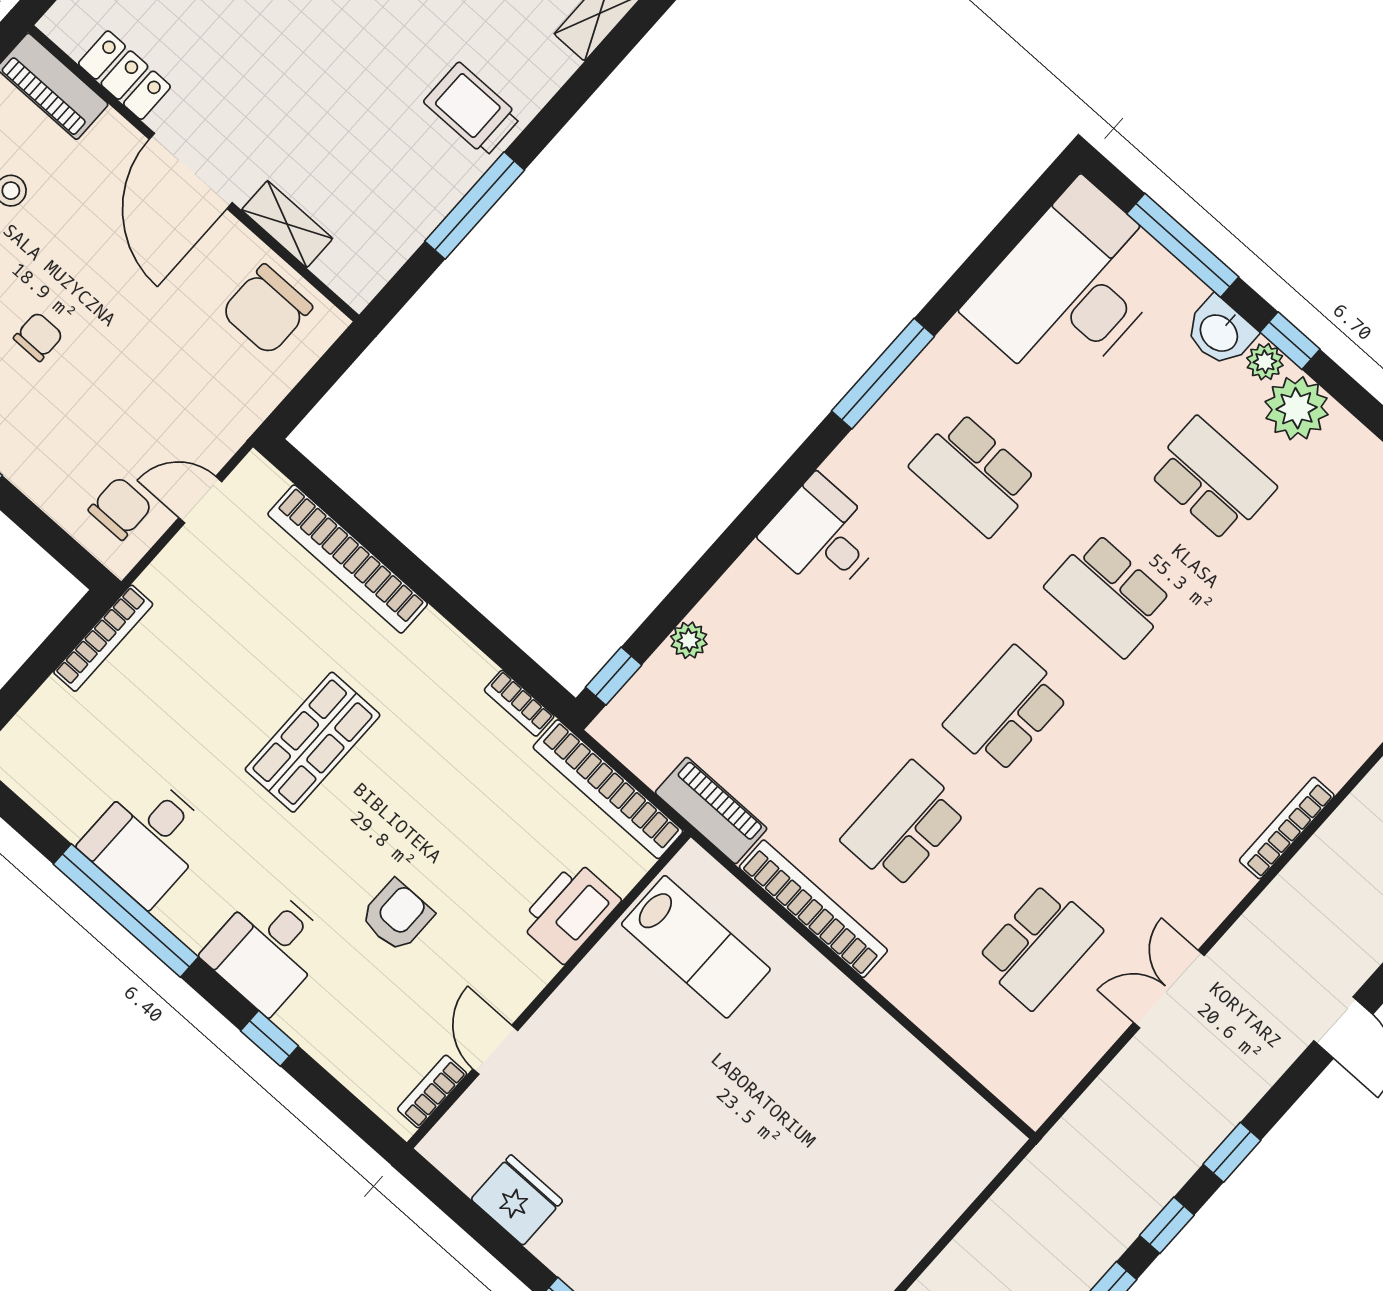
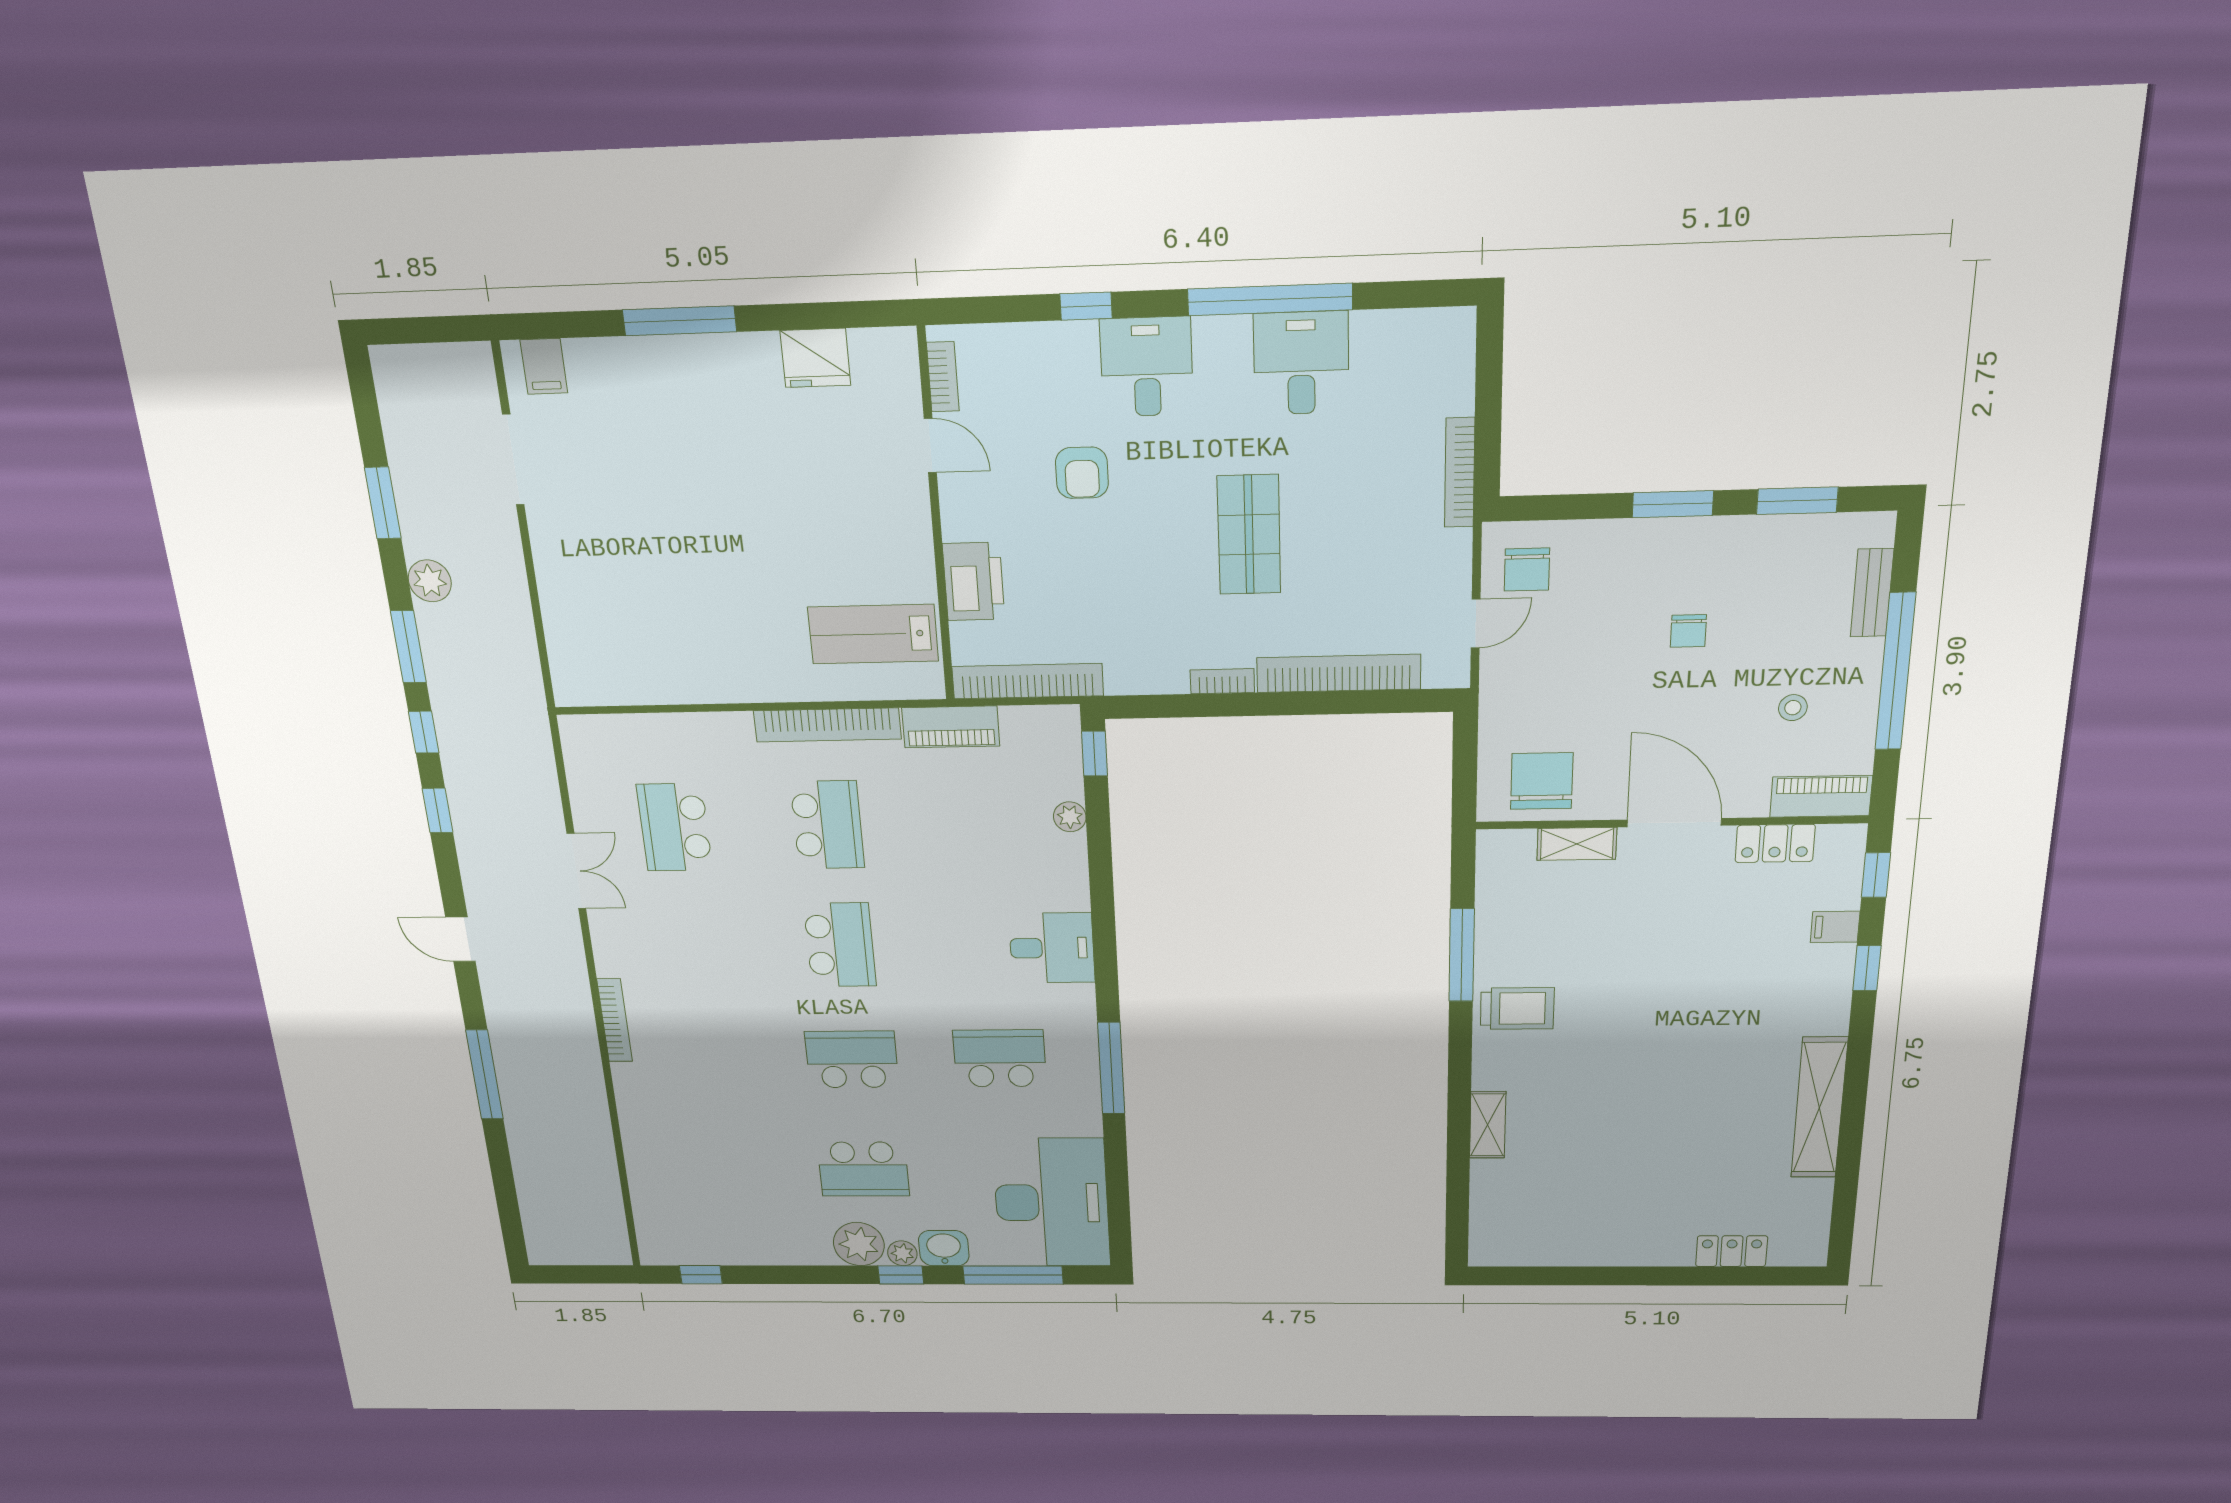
bookcase: (519, 703) -> (1222, 681), moved

